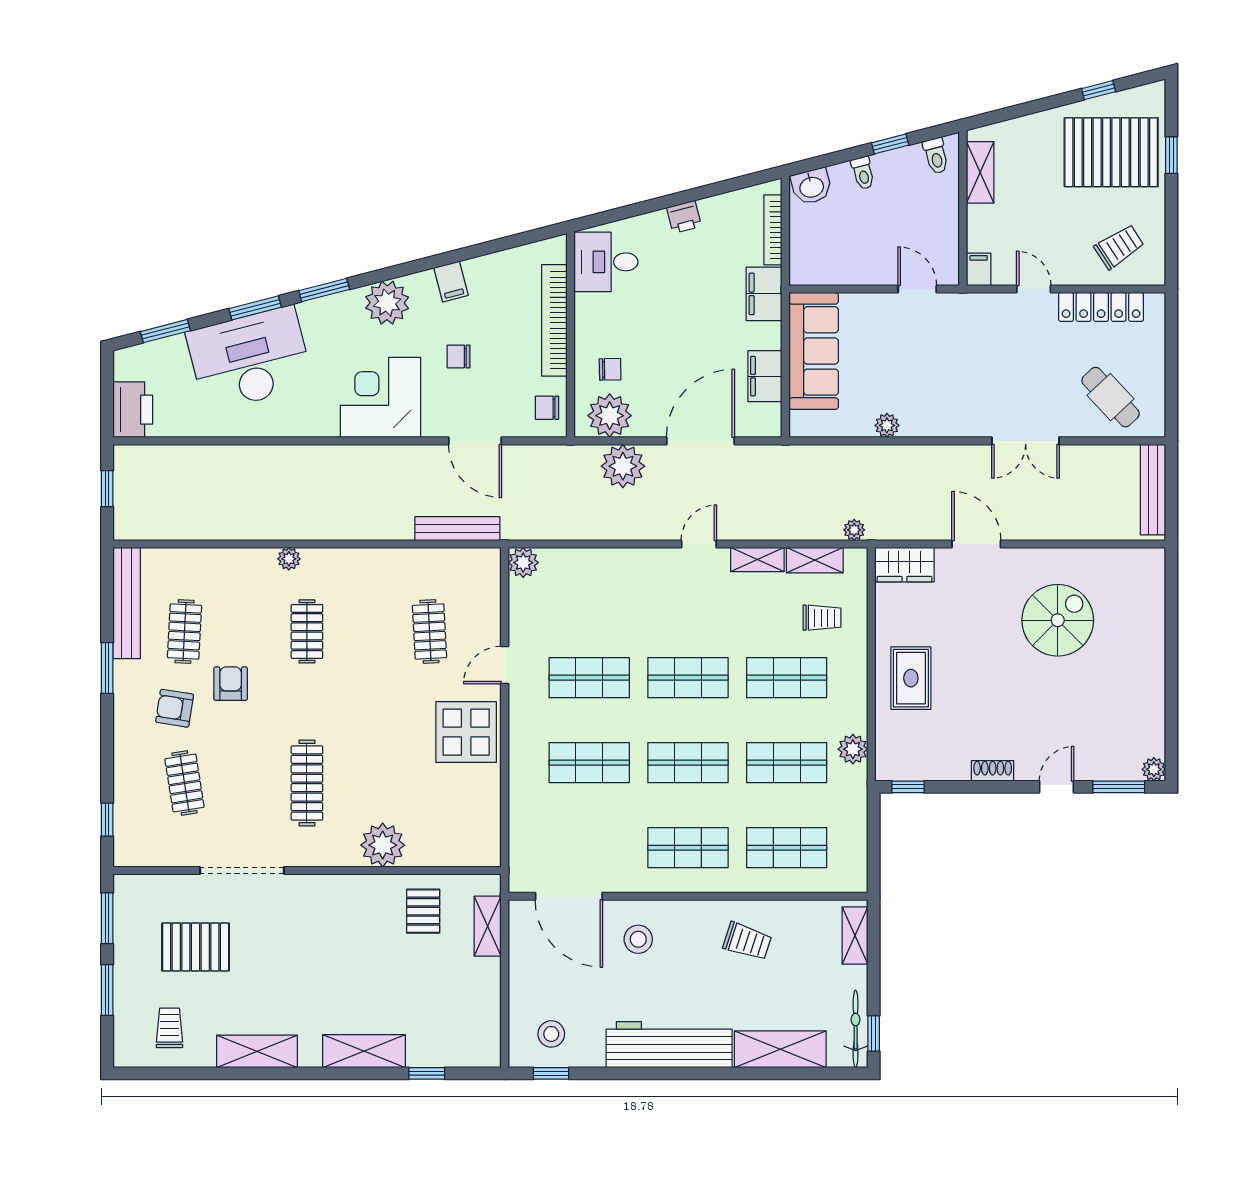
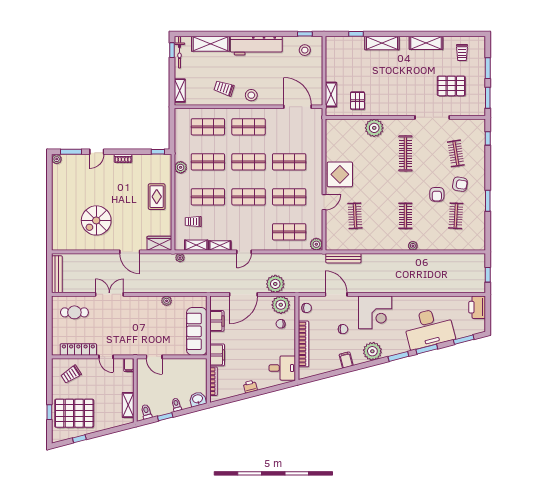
cafe table: (1111, 397) -> (74, 312), turned -47
shop shelf: (589, 593) -> (289, 232), added
bench: (127, 603) -> (480, 228), removed
stool: (638, 939) -> (251, 95), moved

